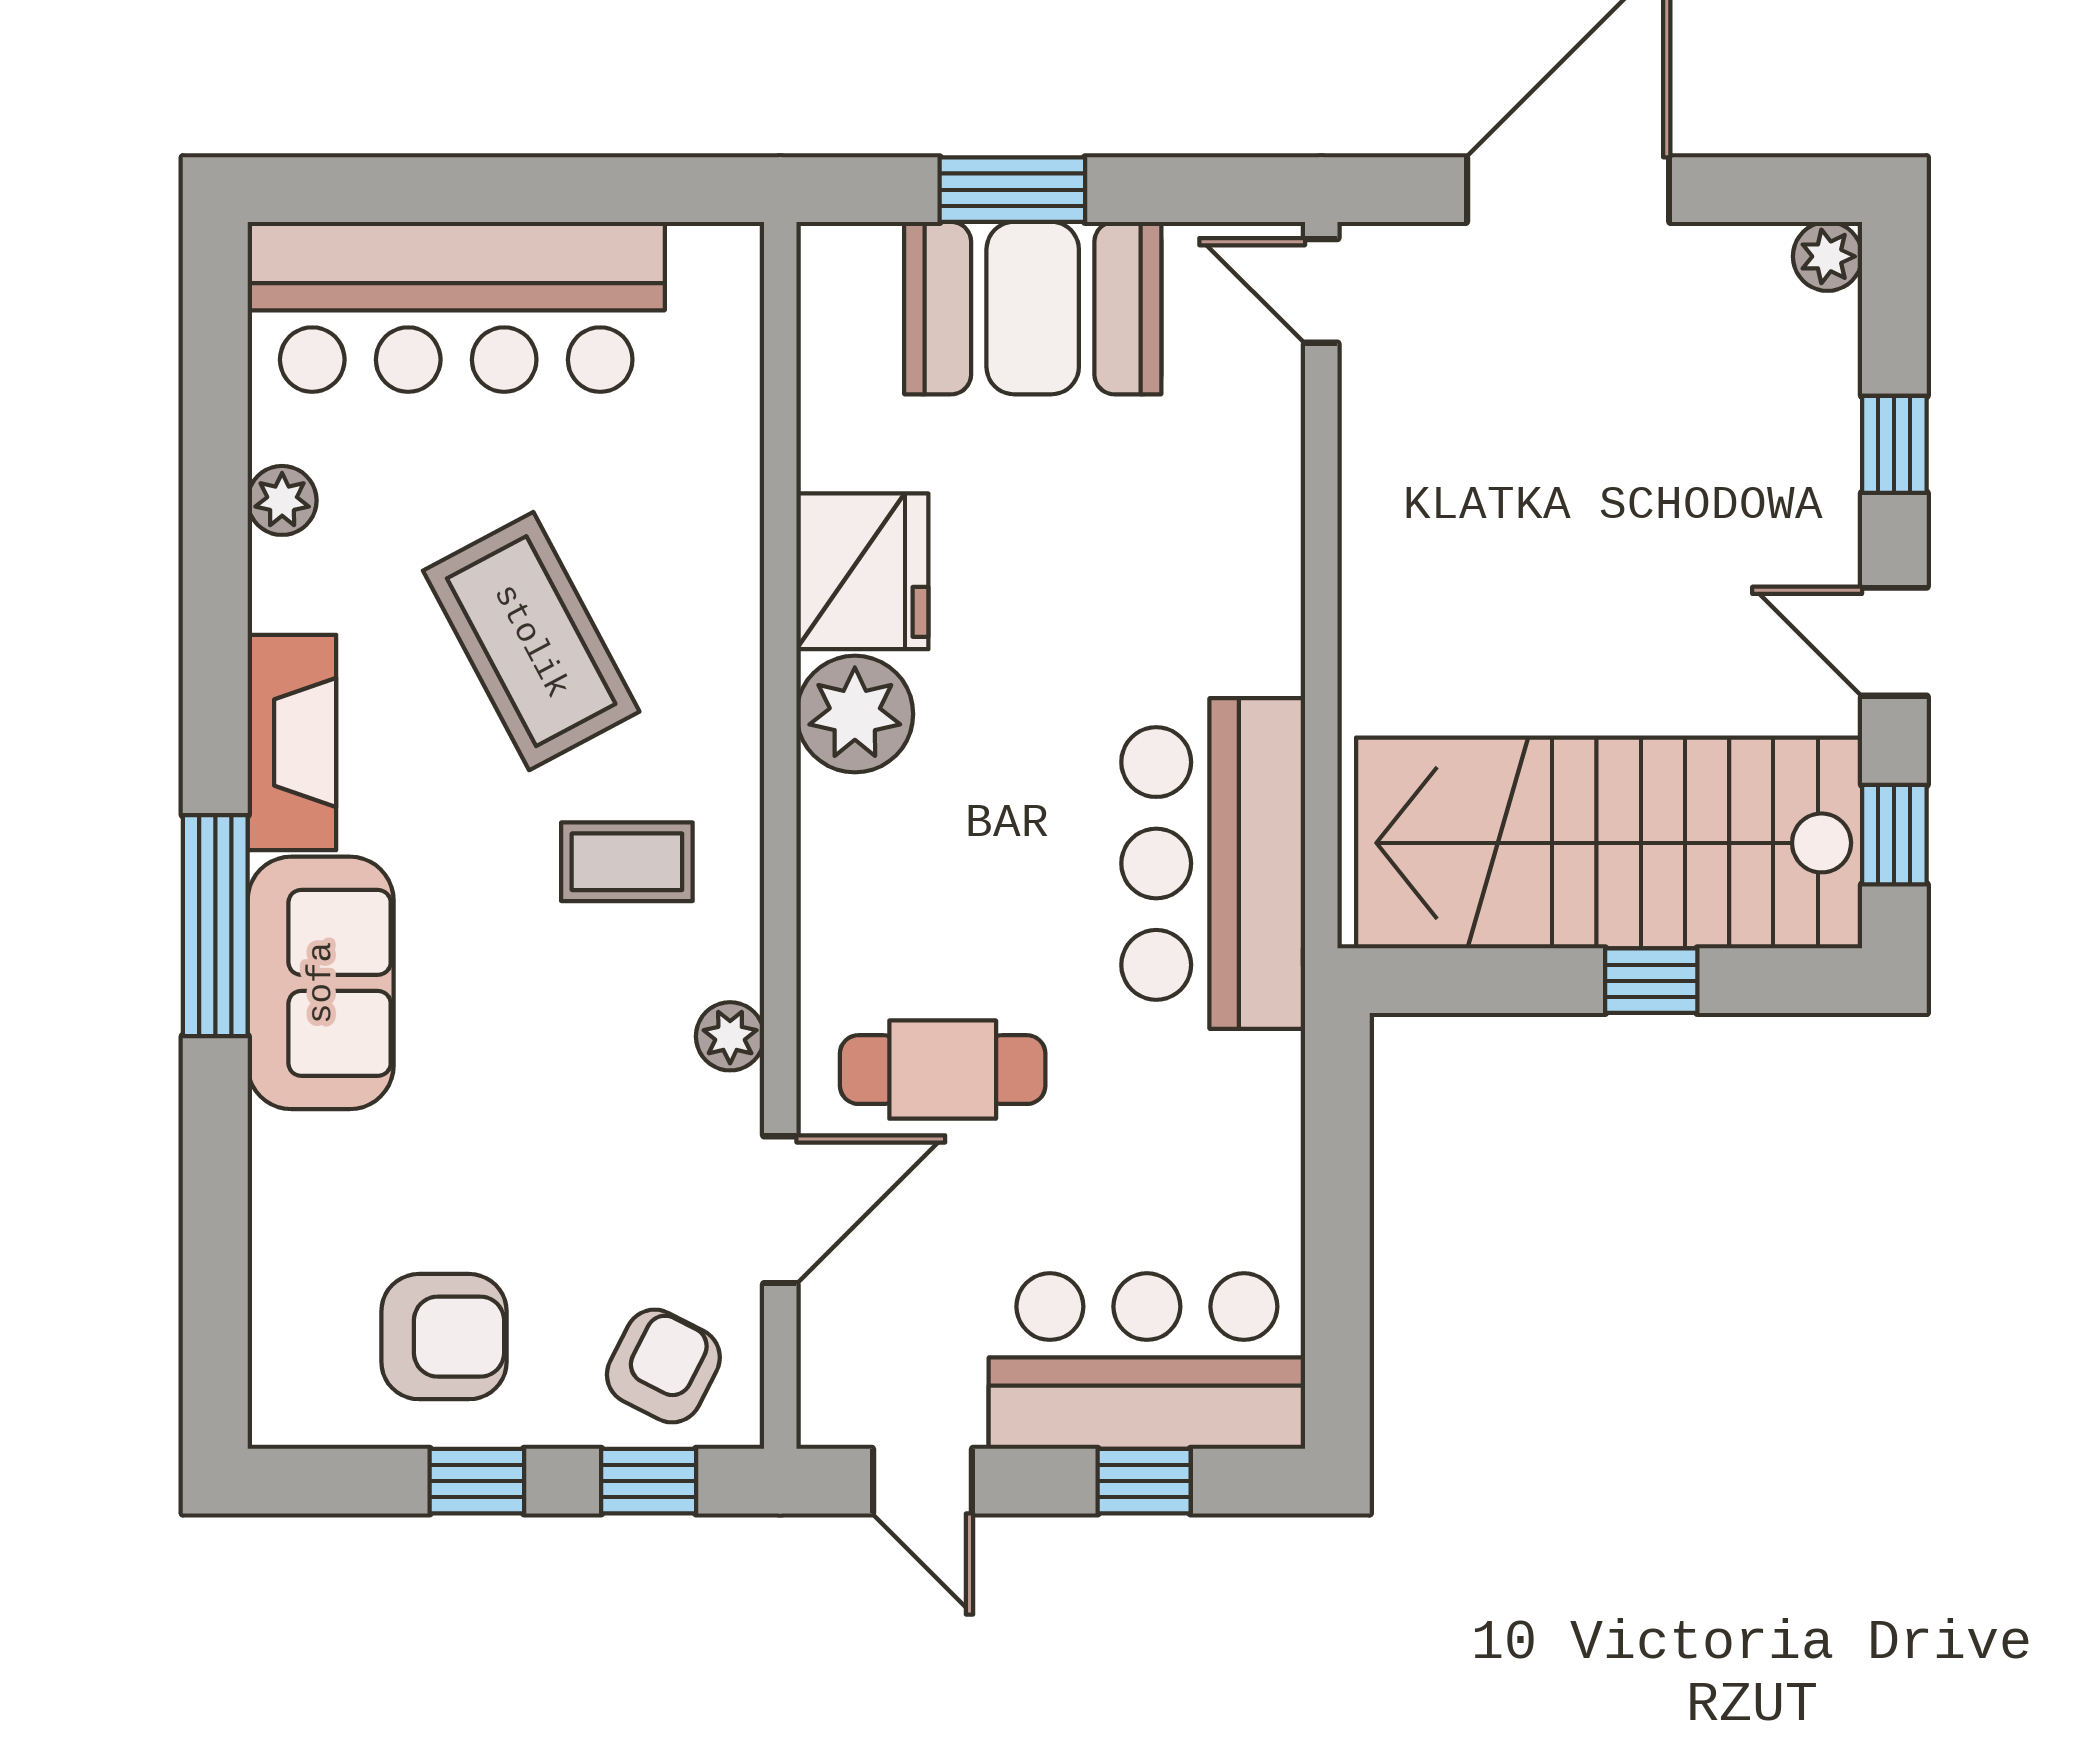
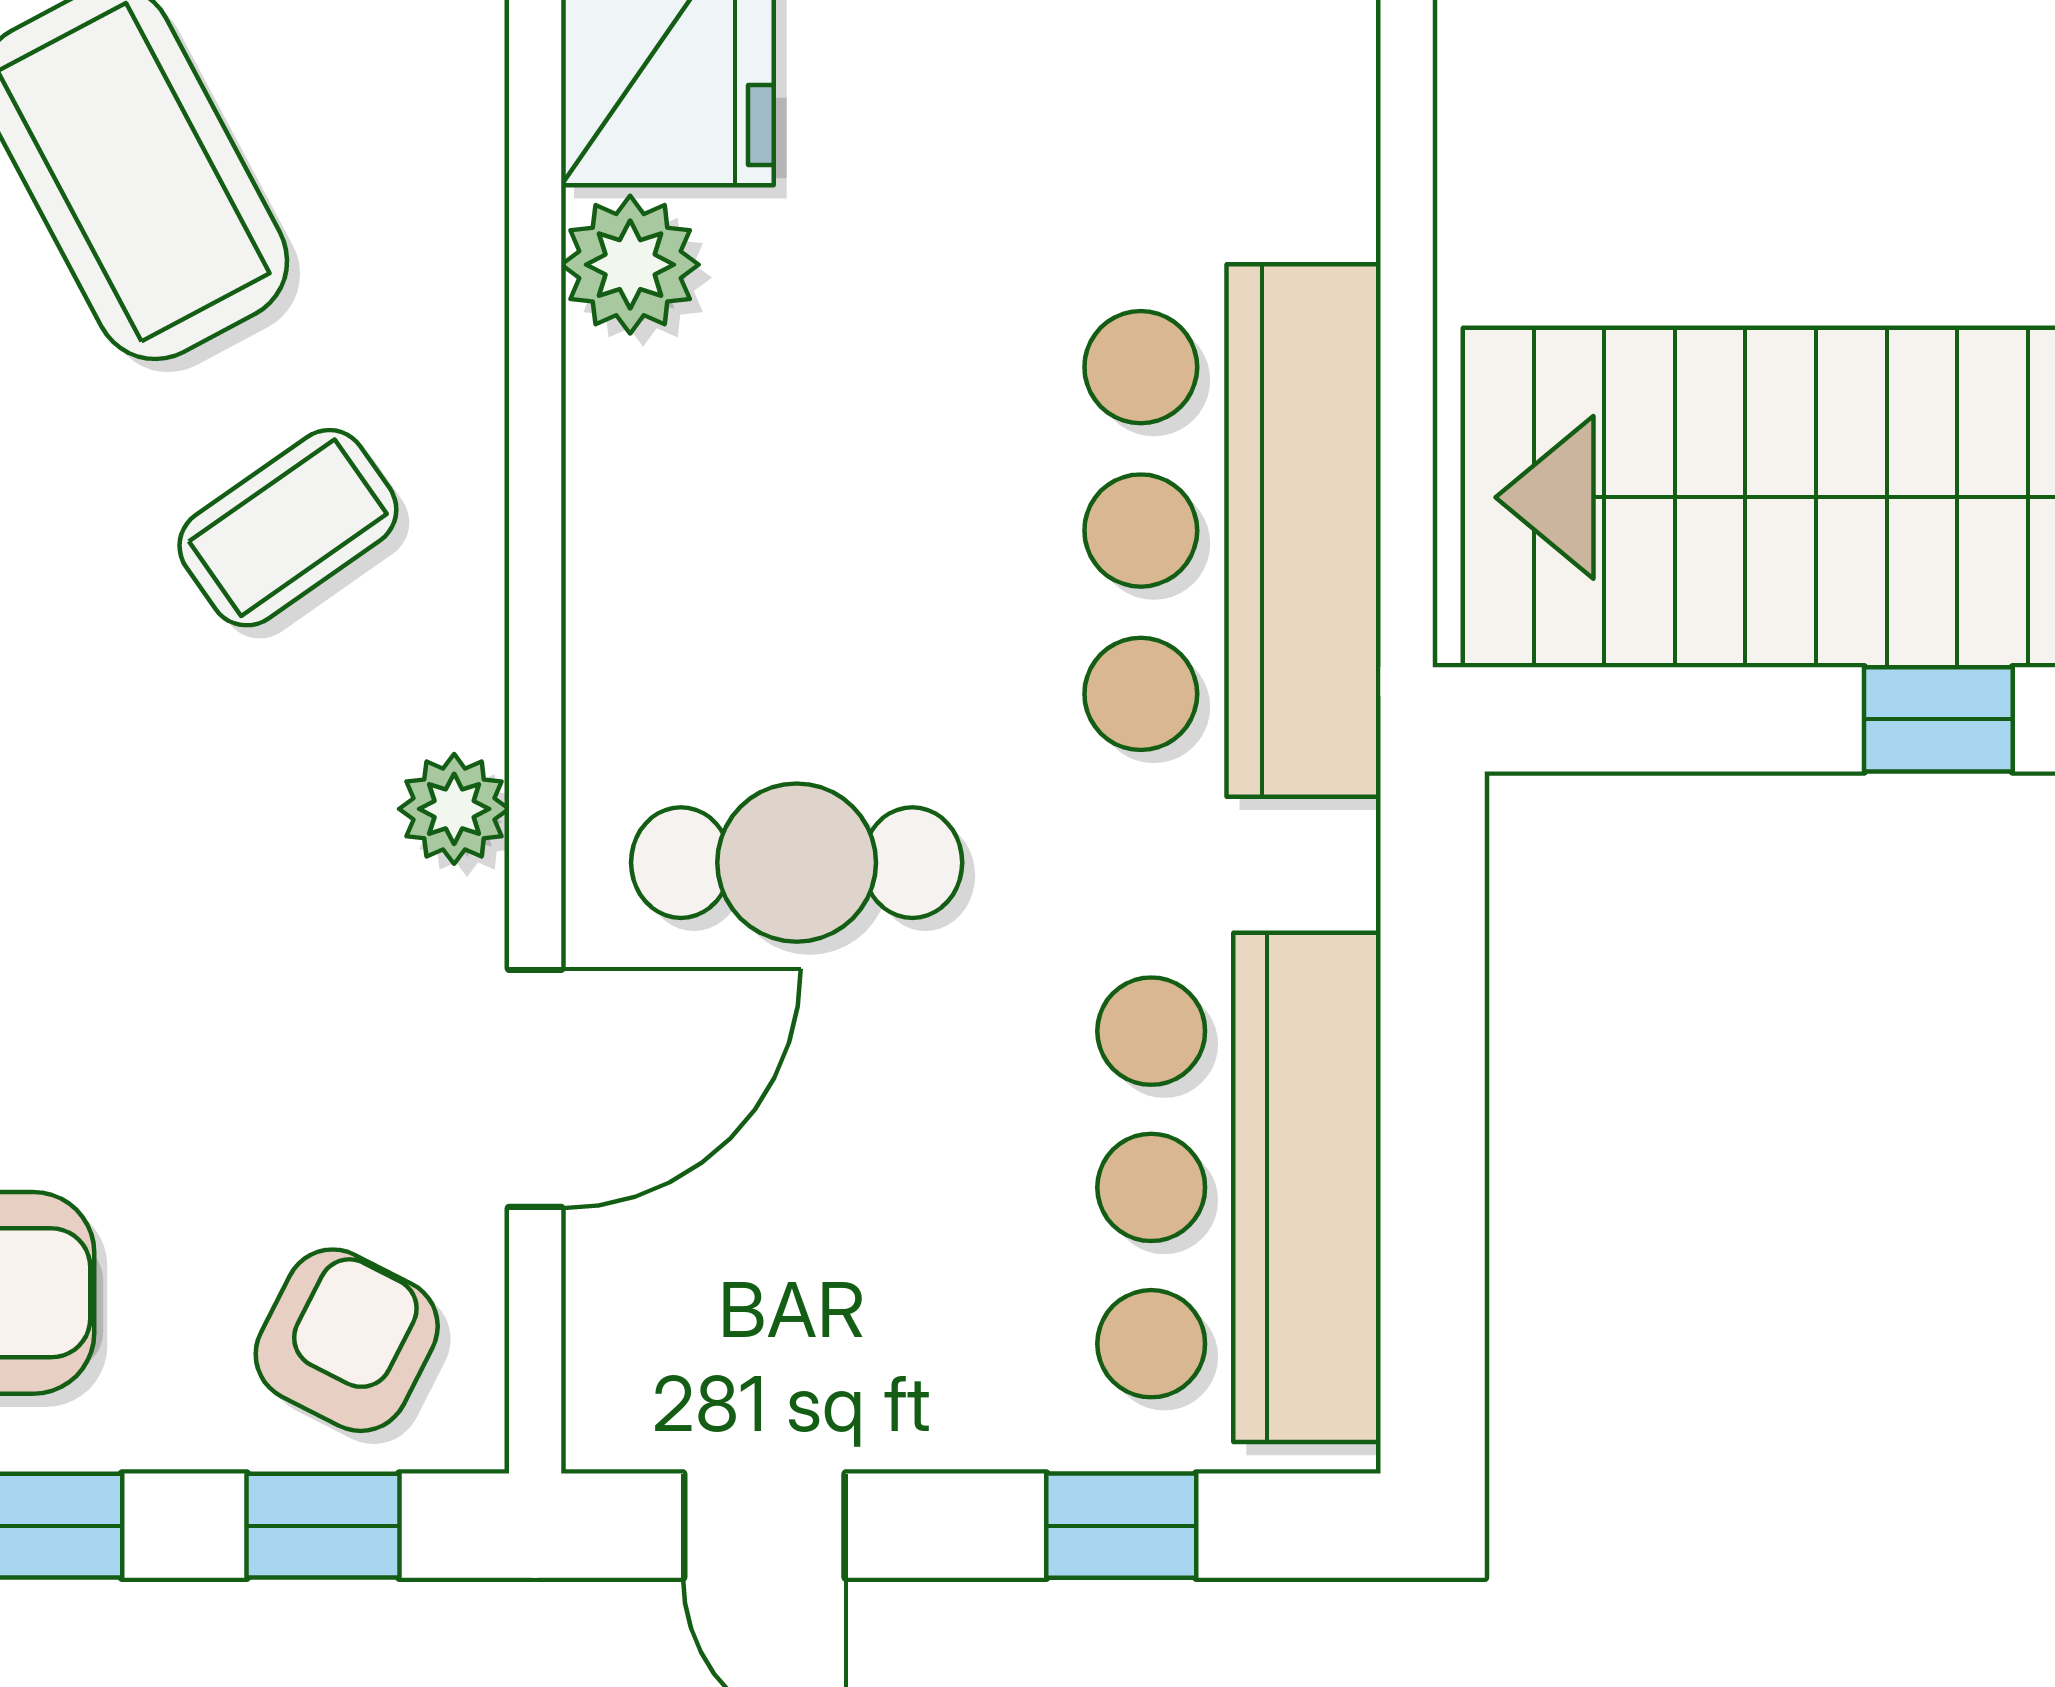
plant: (855, 714) -> (630, 265), width x0.73, depth x0.73
coffee table: (627, 862) -> (288, 528), turned -35
bar counter: (1147, 1361) -> (1239, 1187), moved, turned -90

